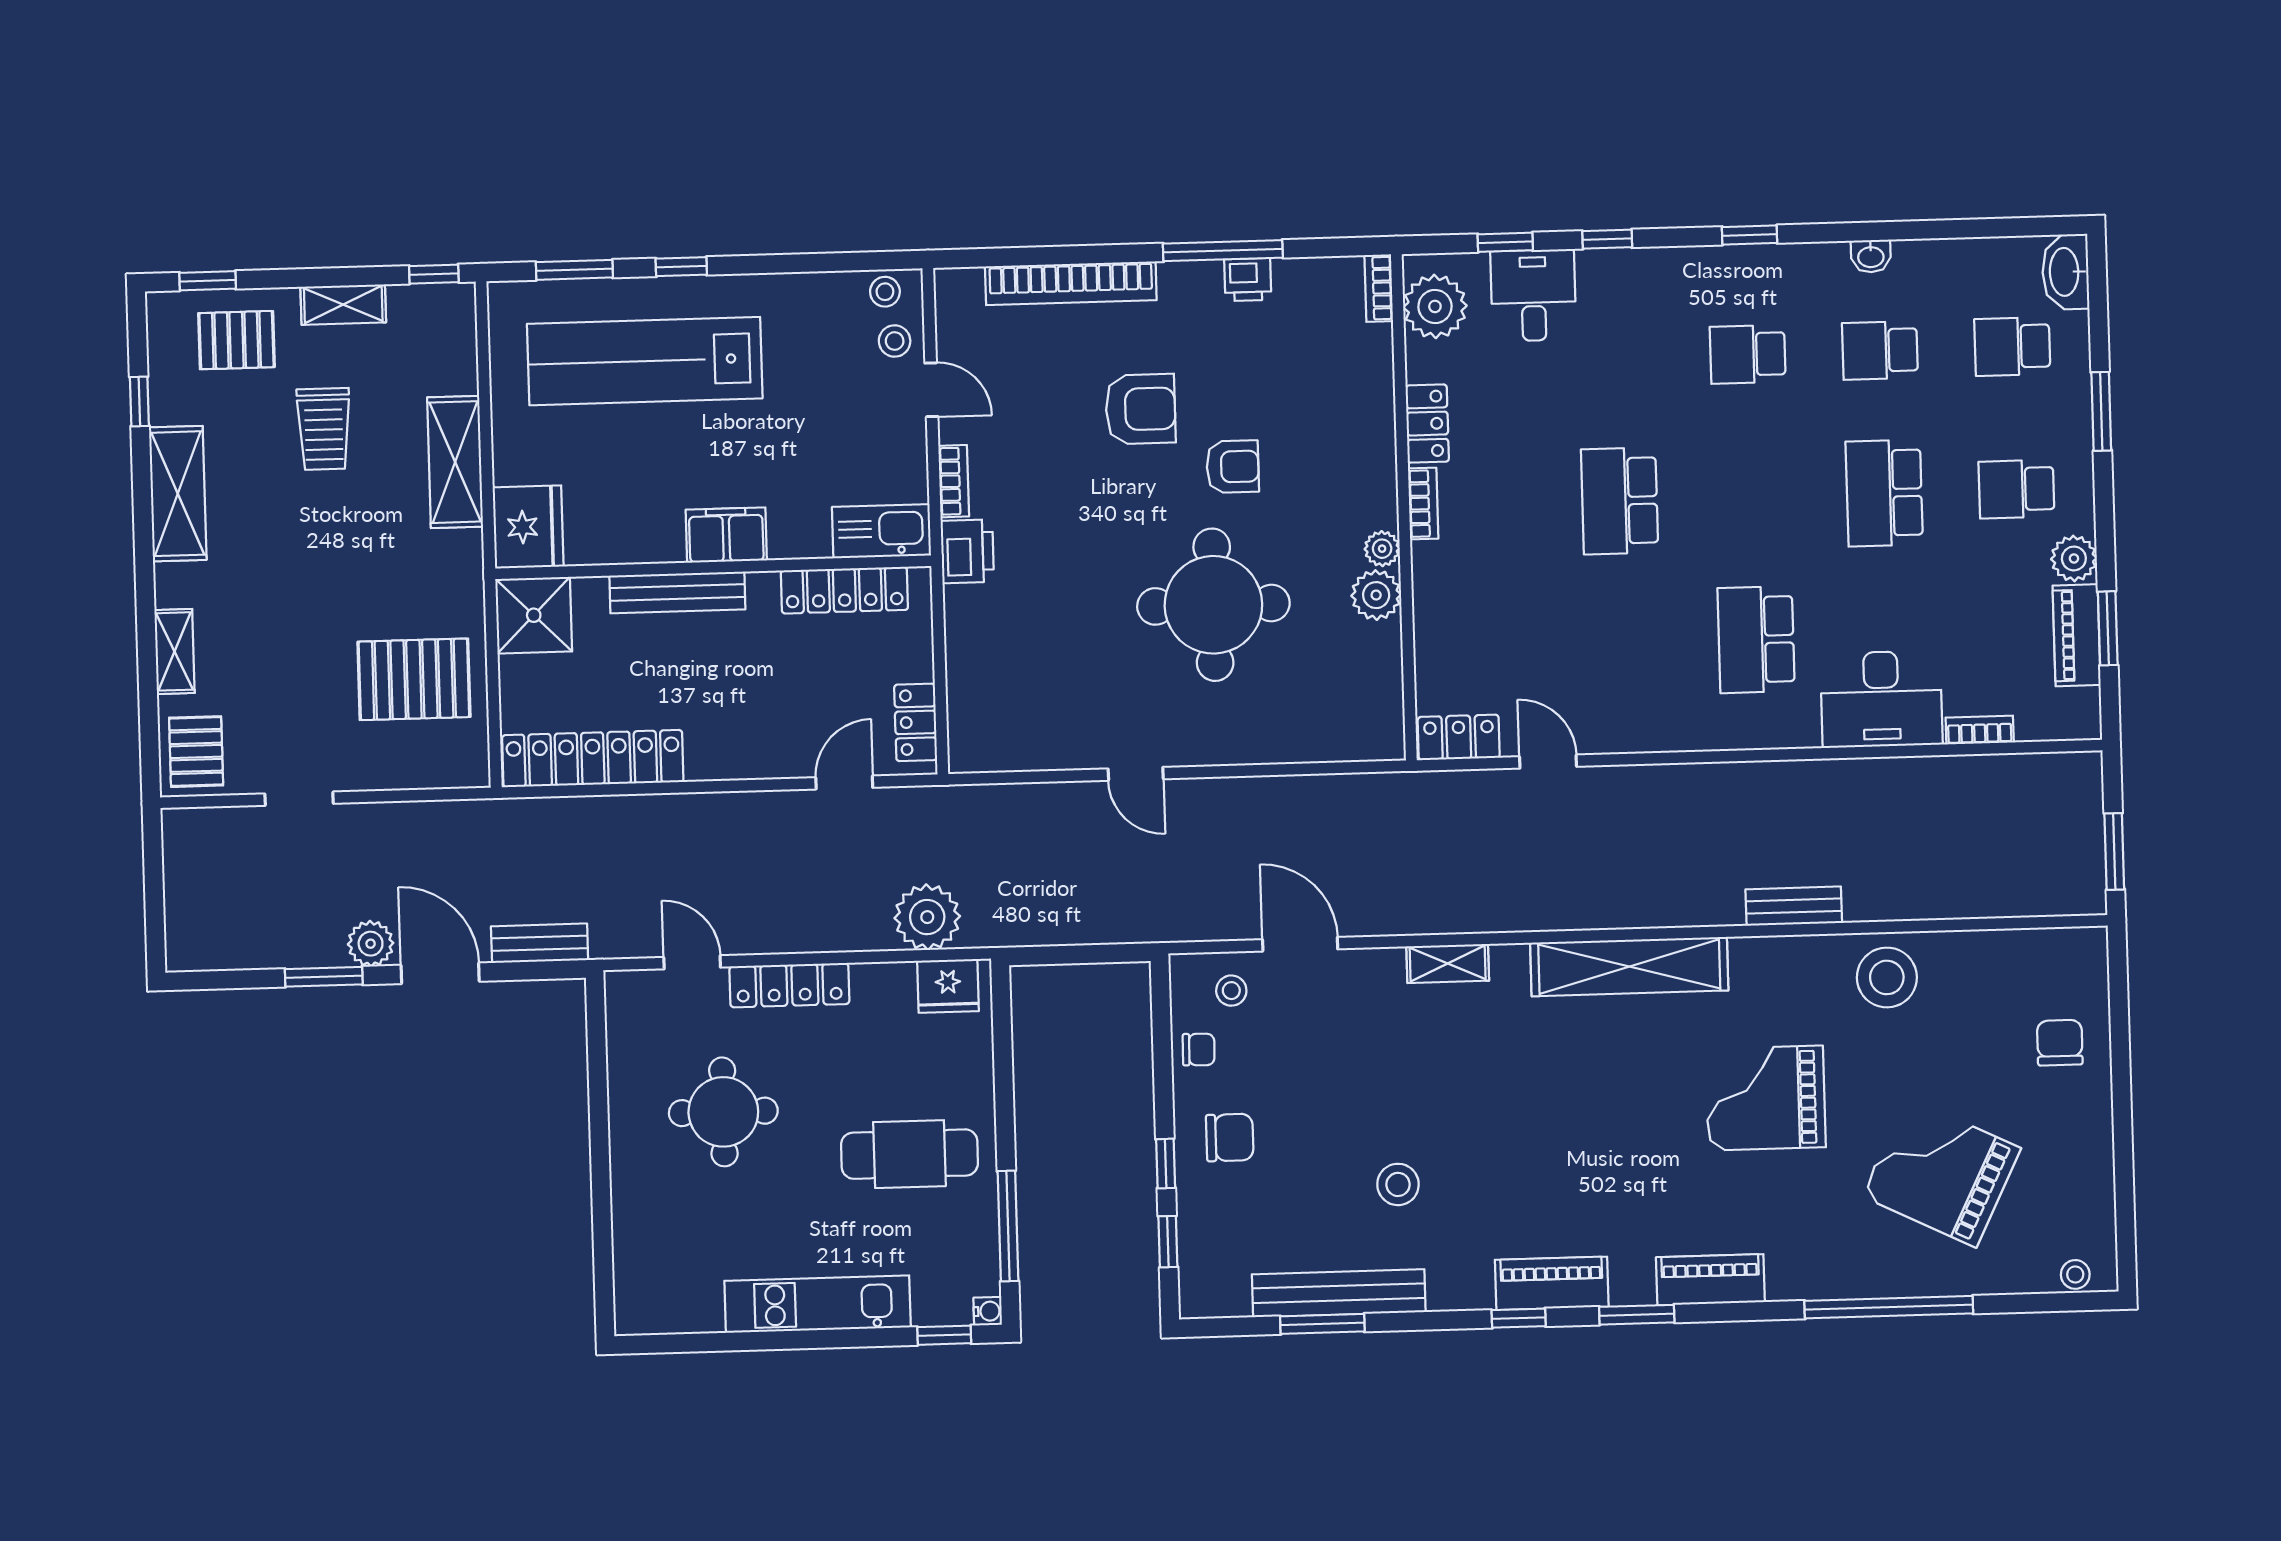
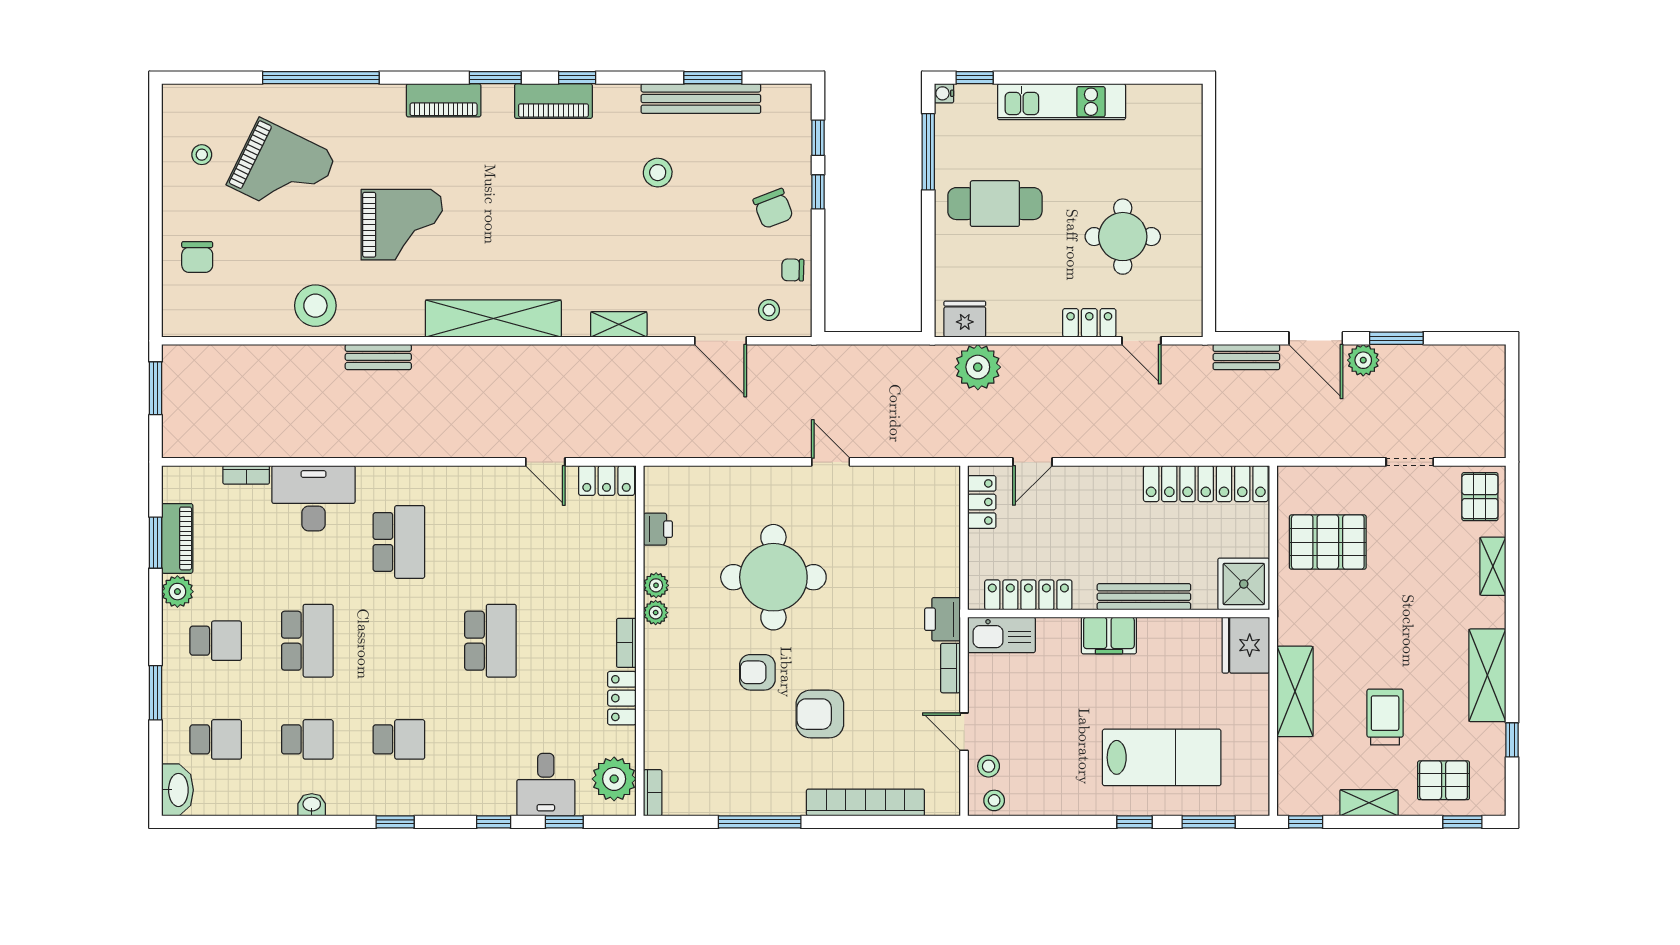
printer: (1248, 280) -> (658, 529), moved, turned 90
lab bench: (645, 361) -> (1162, 757), width x0.73
plant: (1376, 595) -> (656, 585), width x0.73, depth x0.73
locker: (789, 985) -> (1089, 323), width x0.66
chair: (1230, 1138) -> (773, 208), turned -111
stool: (2075, 1274) -> (202, 155), moved

